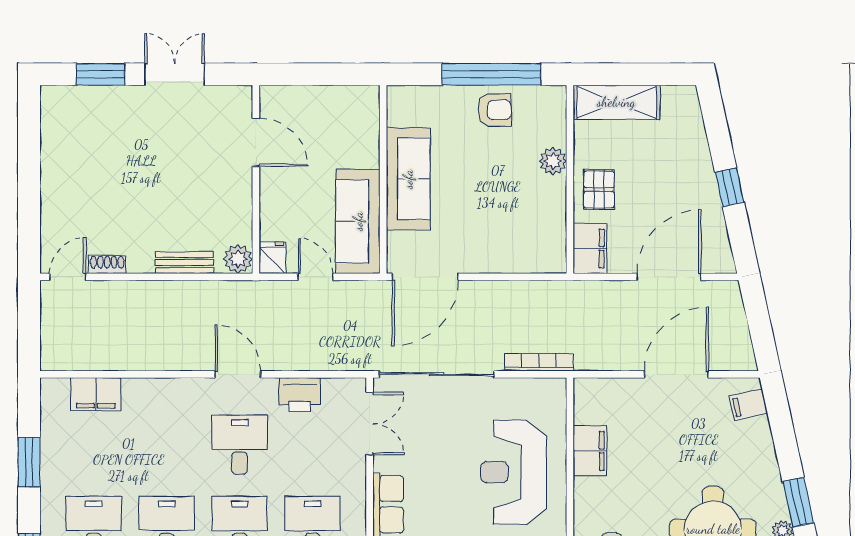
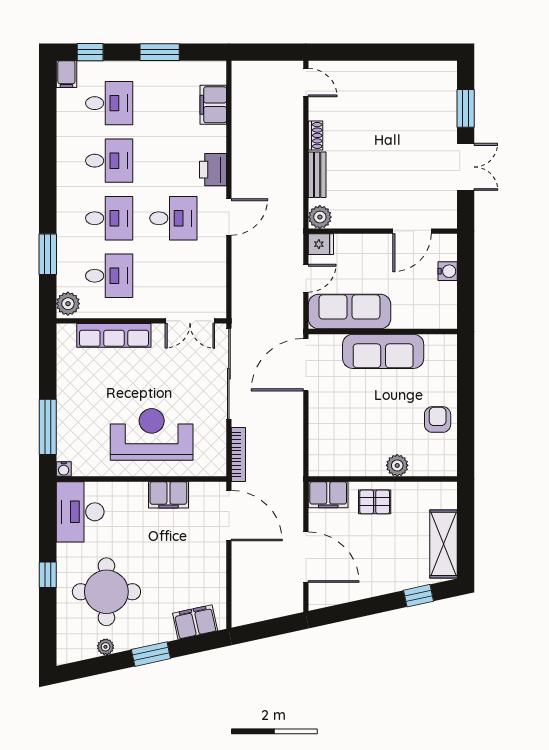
window: (491, 74) -> (466, 417), removed
water cooler: (307, 97) -> (448, 271), added
shelving: (616, 102) -> (443, 544), moved
armchair: (495, 110) -> (438, 420), turned 180
window: (730, 187) -> (419, 596), moved
shoe rack: (107, 265) -> (316, 135), moved
door: (425, 277) -> (306, 365), hinge flipped
door: (676, 374) -> (229, 516), moved
printer: (300, 395) -> (213, 170), moved
filing cabinet: (748, 405) -> (195, 622), width x2.00
window: (798, 502) -> (151, 654), moved

